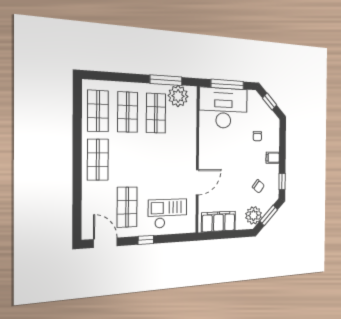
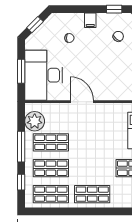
window: (112, 77) -> (21, 182), added
window: (166, 80) -> (21, 147), moved
window: (227, 84) -> (21, 71), width x0.69
door: (197, 182) -> (82, 102), moved

